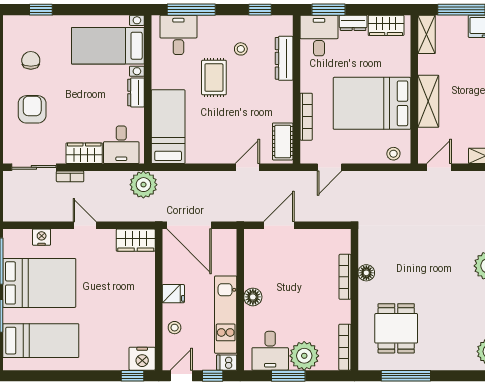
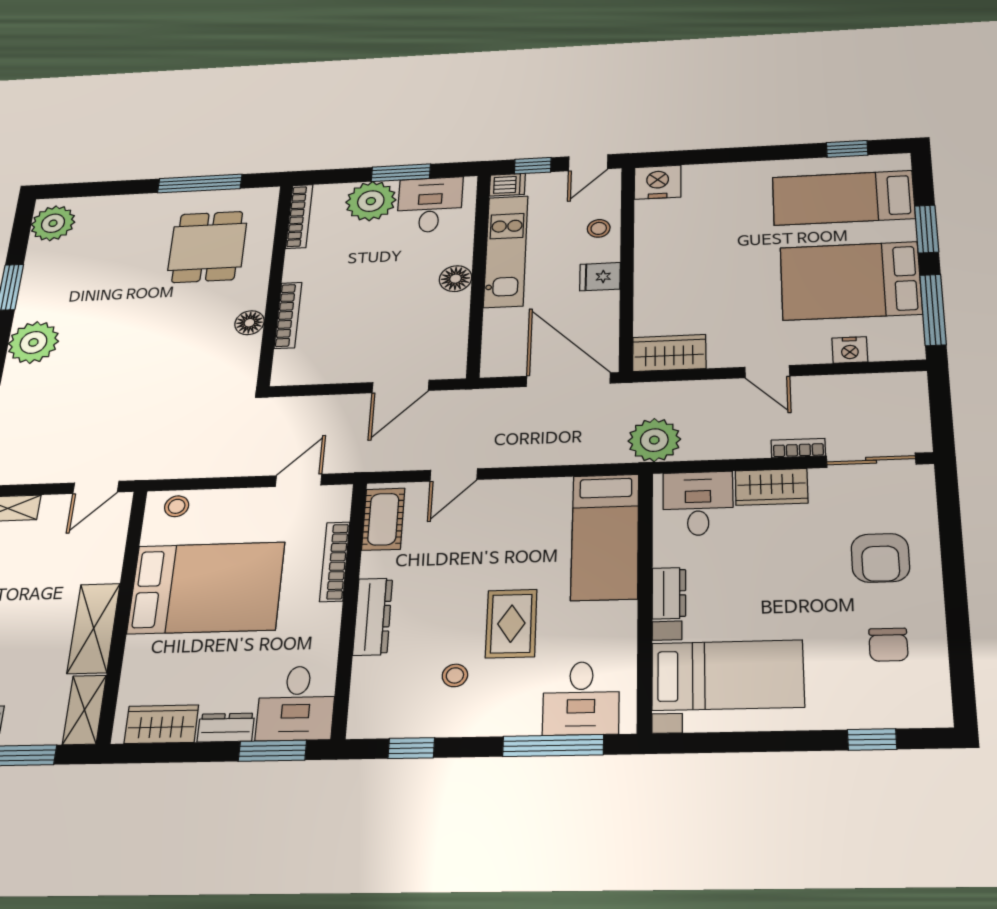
dresser: (284, 58) -> (373, 616), moved
shelving: (428, 101) -> (94, 628), moved
window: (133, 376) -> (847, 149), moved

